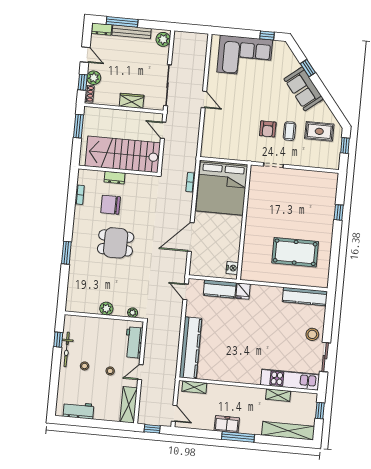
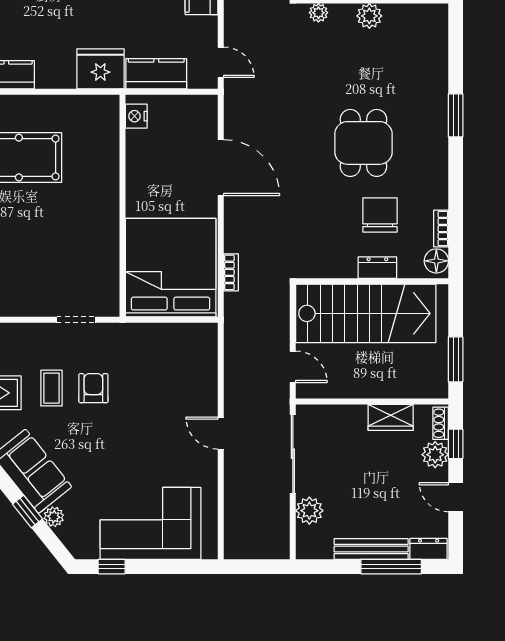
plant: (163, 39) -> (309, 511), moved
plant: (295, 64) -> (54, 517), added
wardrobe: (132, 101) -> (391, 417), moved
floor lamp: (84, 178) -> (436, 261), added
chair: (111, 205) -> (380, 215), turned -90
door: (191, 237) -> (221, 168), hinge flipped
dining table: (116, 243) -> (363, 143), turned 90
fridge: (243, 291) -> (100, 69), width x1.88, depth x1.34

